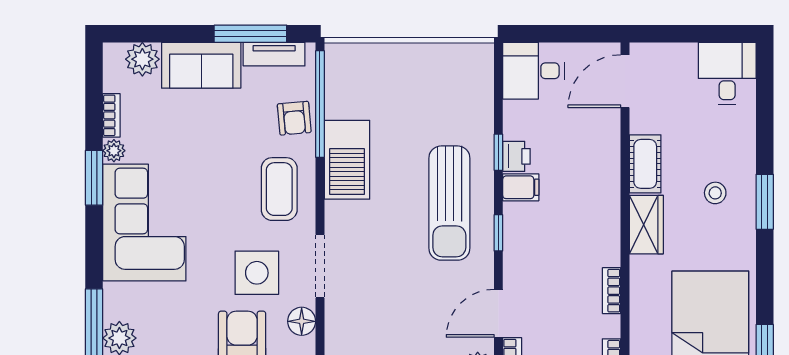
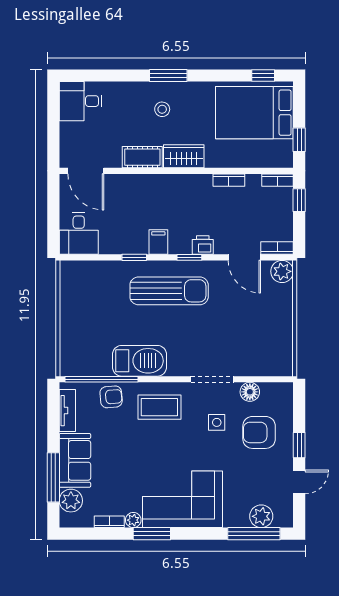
window: (250, 34) -> (53, 477), moved
printer: (516, 156) -> (203, 245), moved
side table: (257, 273) -> (217, 422), width x0.54, depth x0.54

